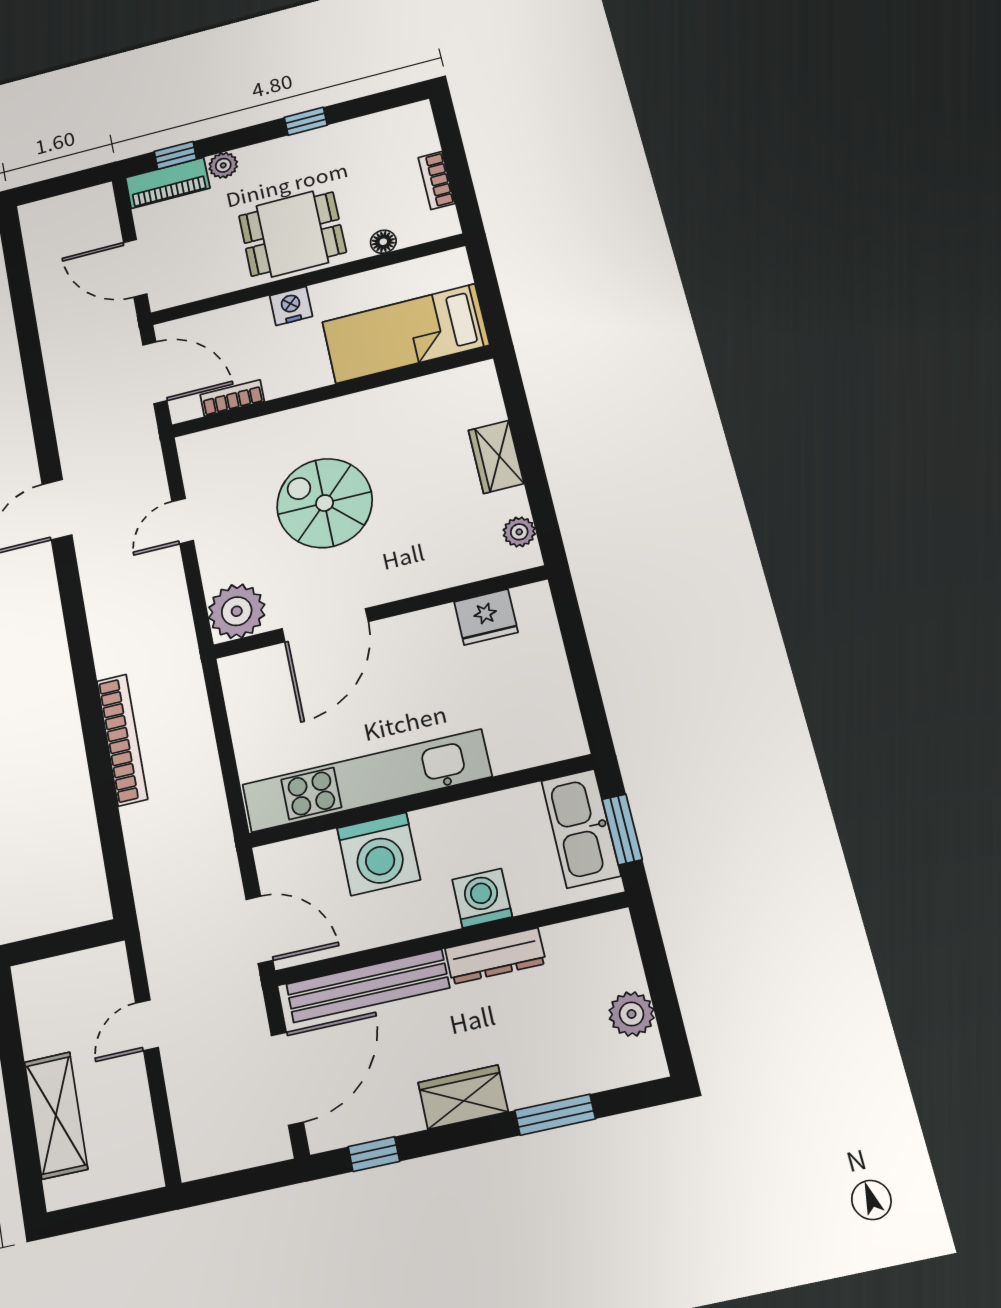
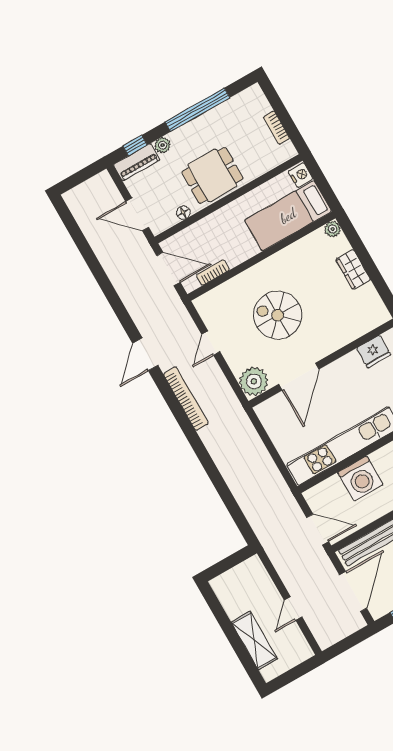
window: (306, 121) -> (197, 110), width x3.17
floor lamp: (383, 242) -> (183, 213), moved
nightstand: (291, 306) -> (300, 175), moved, turned 90
plant: (519, 532) -> (333, 229), moved
bookcase: (122, 740) -> (186, 399), moved
door: (147, 1025) -> (293, 609), moved

